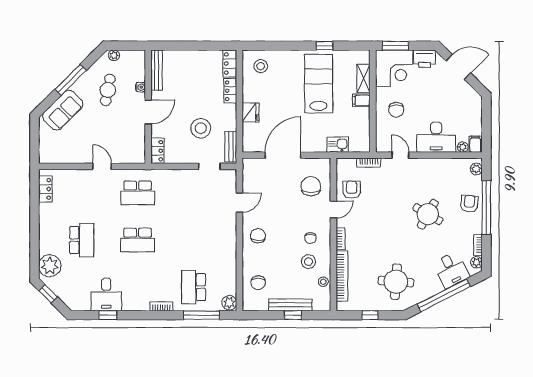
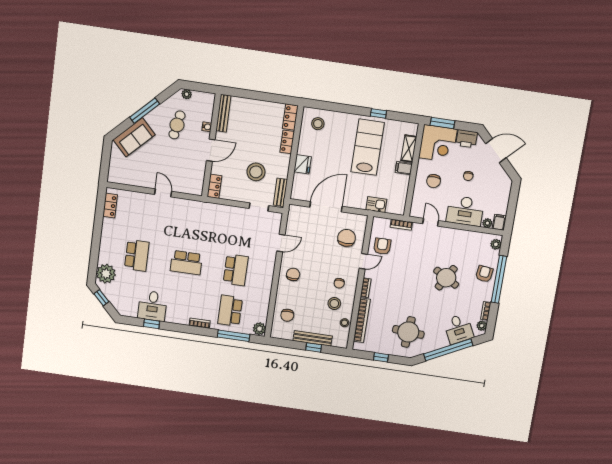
chair: (433, 99) -> (468, 176), added
school desk: (138, 193) -> (236, 270), moved, turned -90

